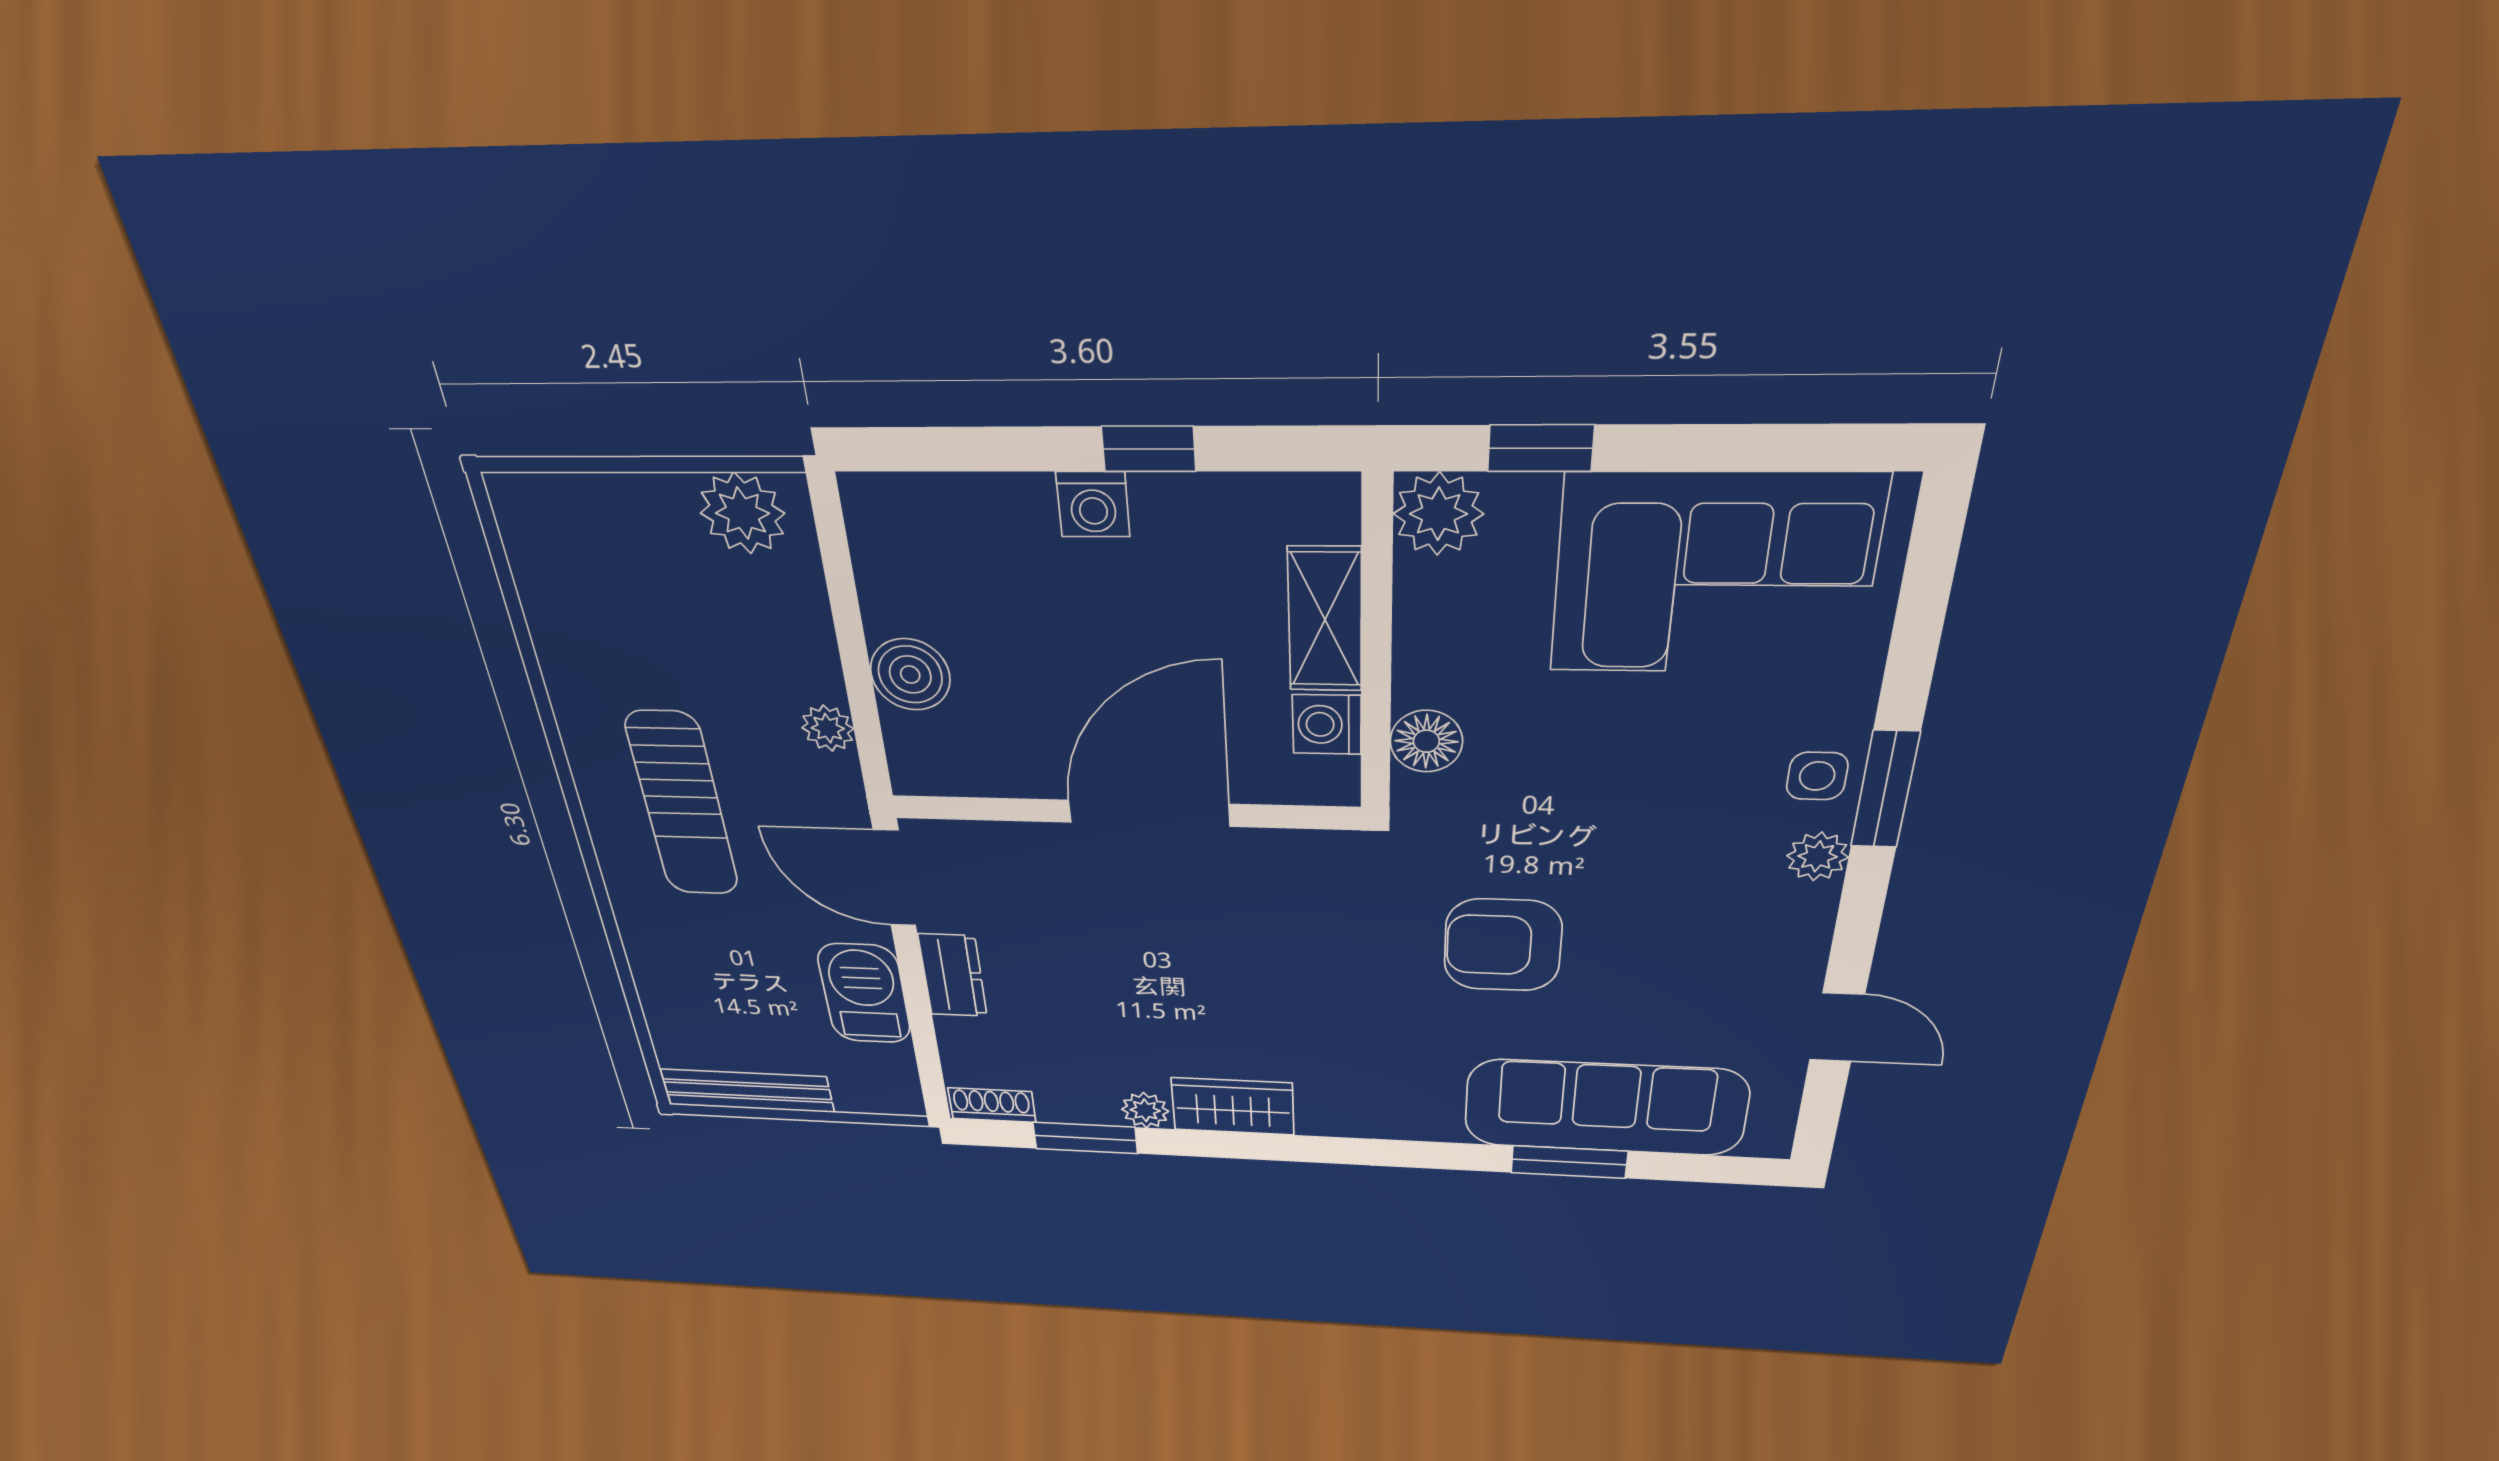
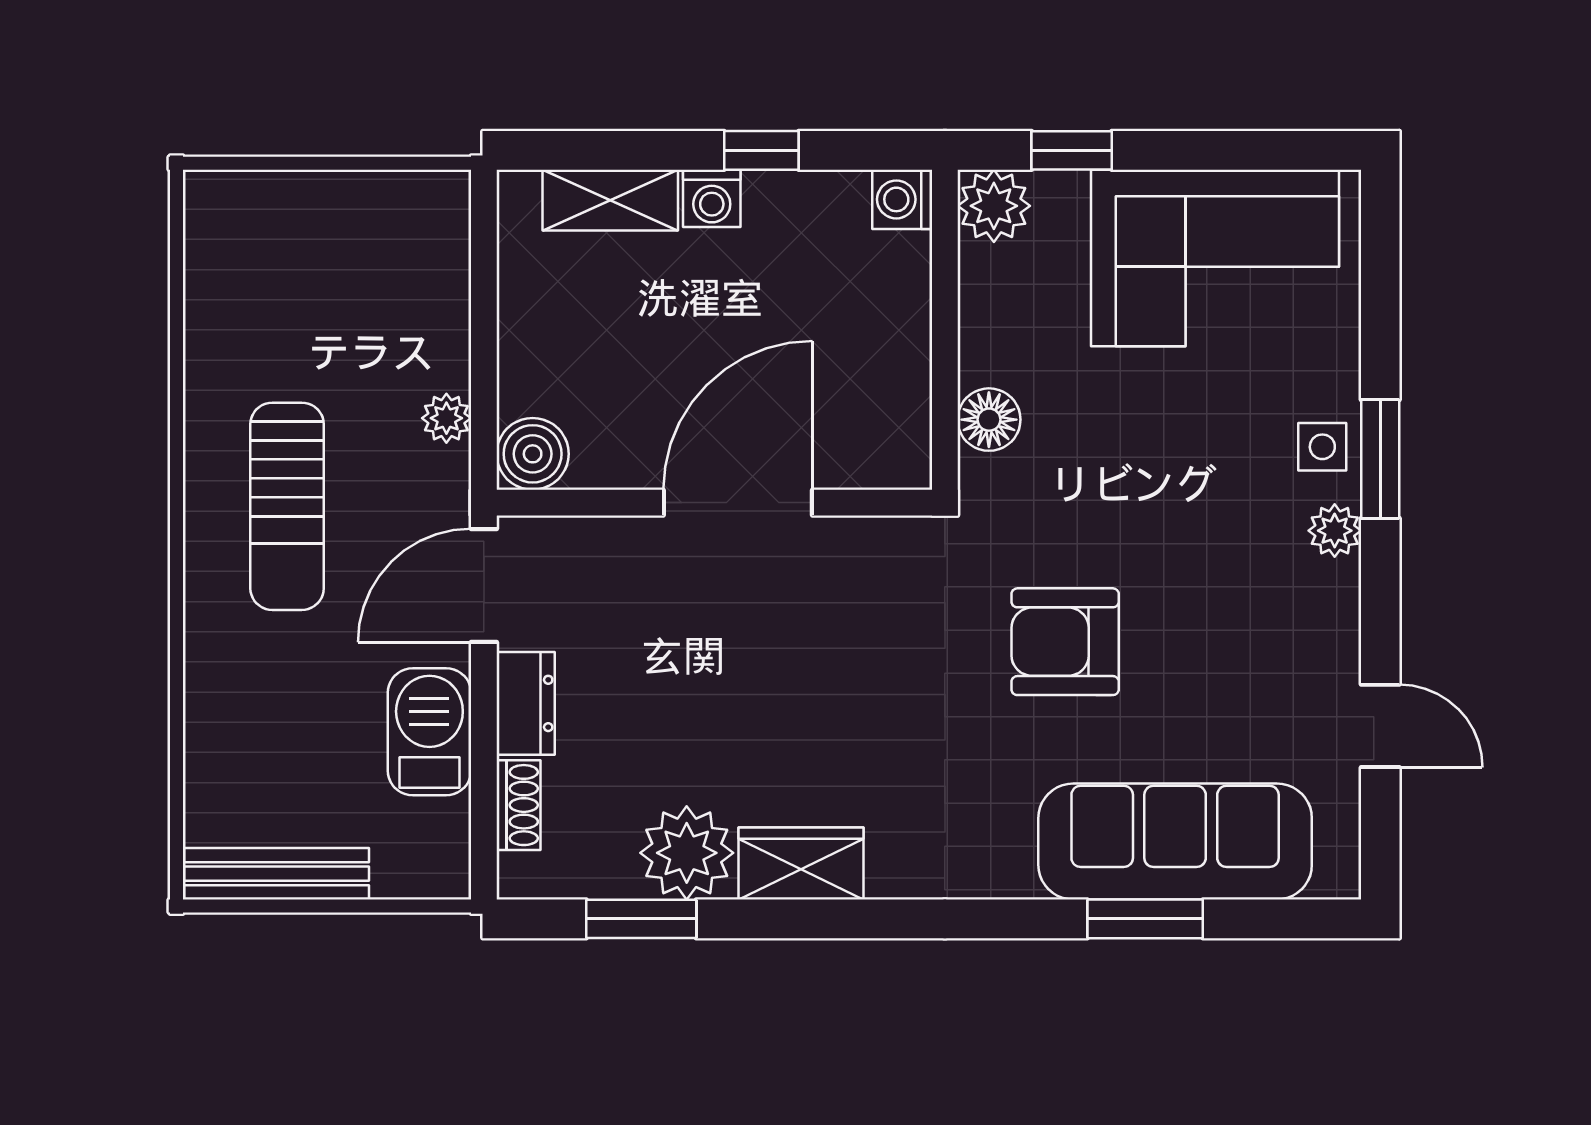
plant: (742, 513) -> (409, 207), removed
shelving: (1325, 620) -> (610, 200), moved, turned 90
boiler: (910, 675) -> (533, 454), moved
washing machine: (1327, 725) -> (902, 199), moved
door: (895, 878) -> (484, 585), hinge flipped
shoe rack: (992, 1105) -> (519, 805), moved, turned 90
plant: (1145, 1110) -> (687, 853), width x1.88, depth x1.88

